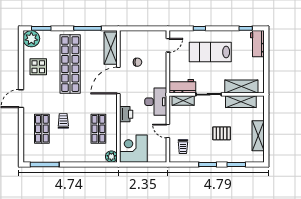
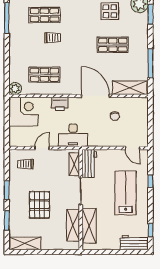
shop shelf: (70, 64) -> (113, 45), width x0.50, depth x0.74
pallet: (222, 133) -> (39, 205), width x1.50, depth x1.42
shelving: (258, 136) -> (25, 243), moved

